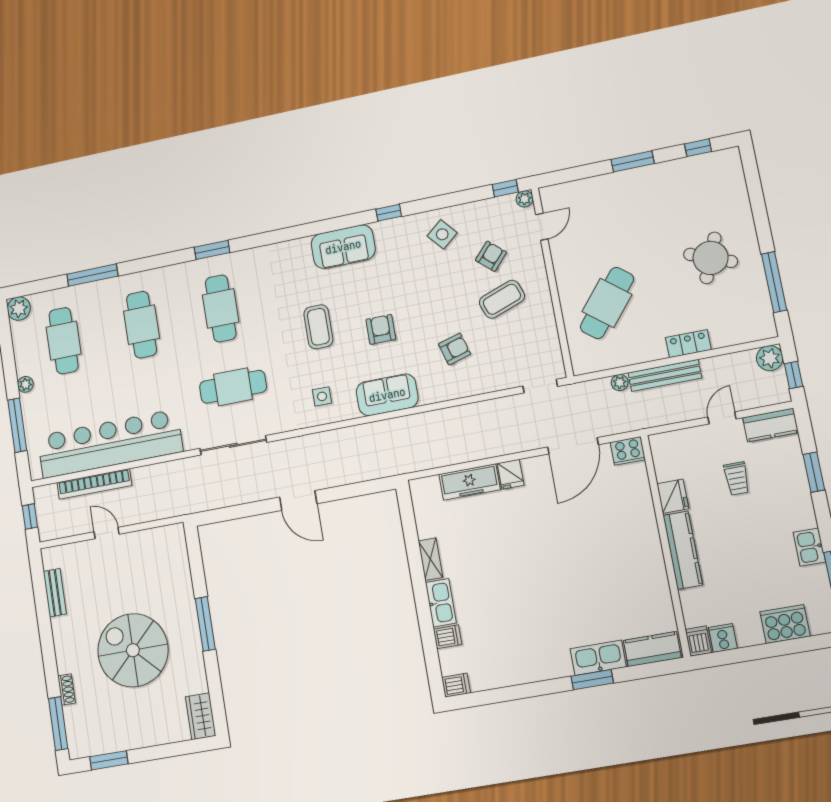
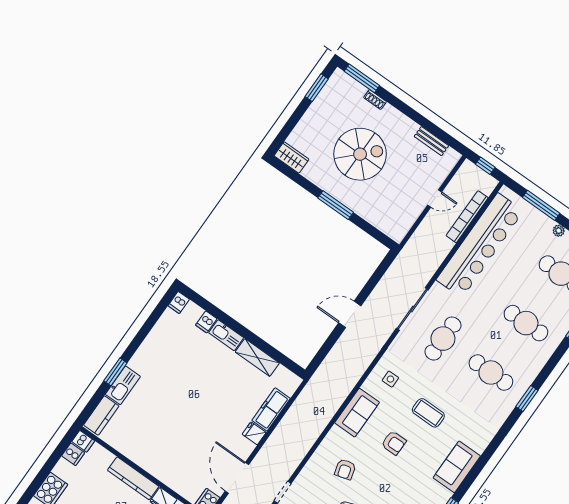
shelving: (430, 559) -> (257, 357), width x1.50, depth x1.33

